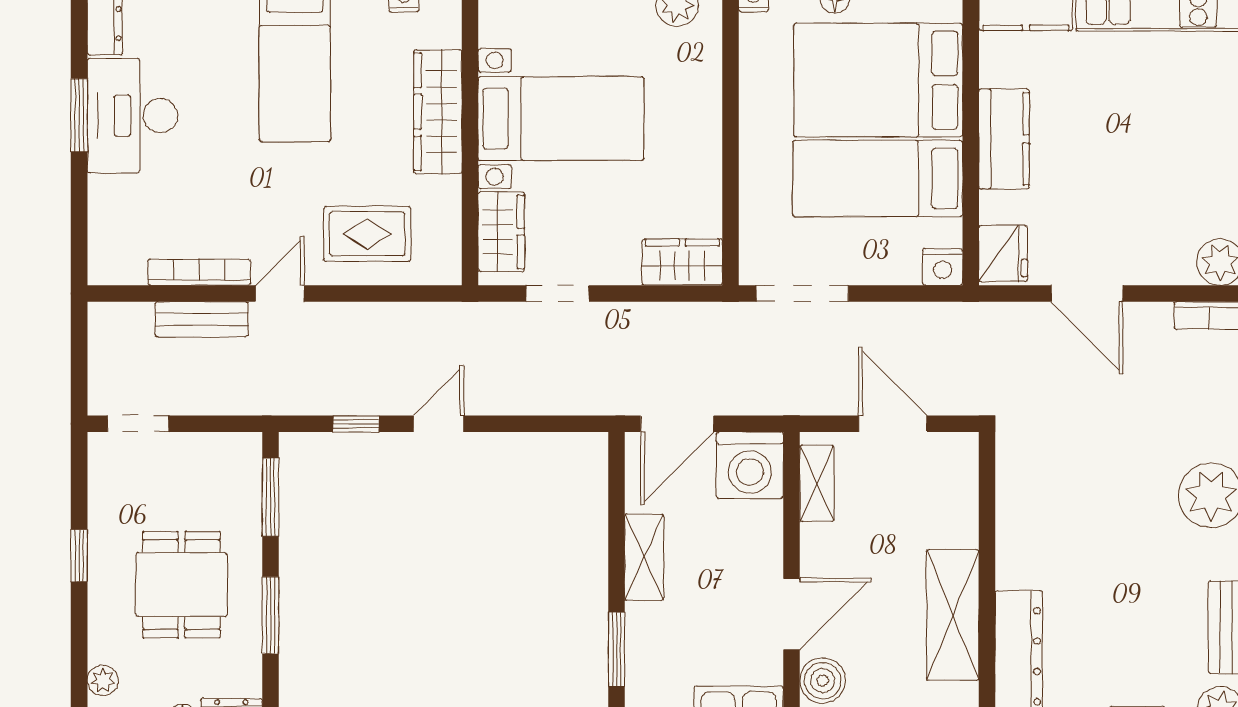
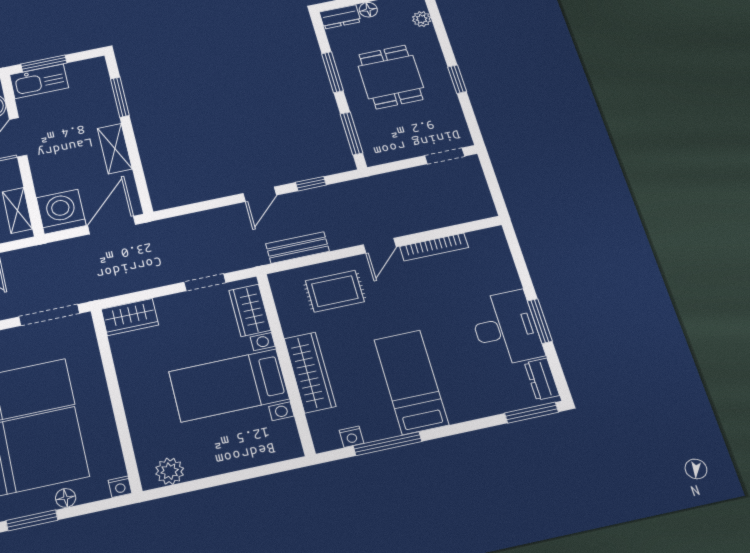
bench: (202, 319) -> (297, 247), moved

